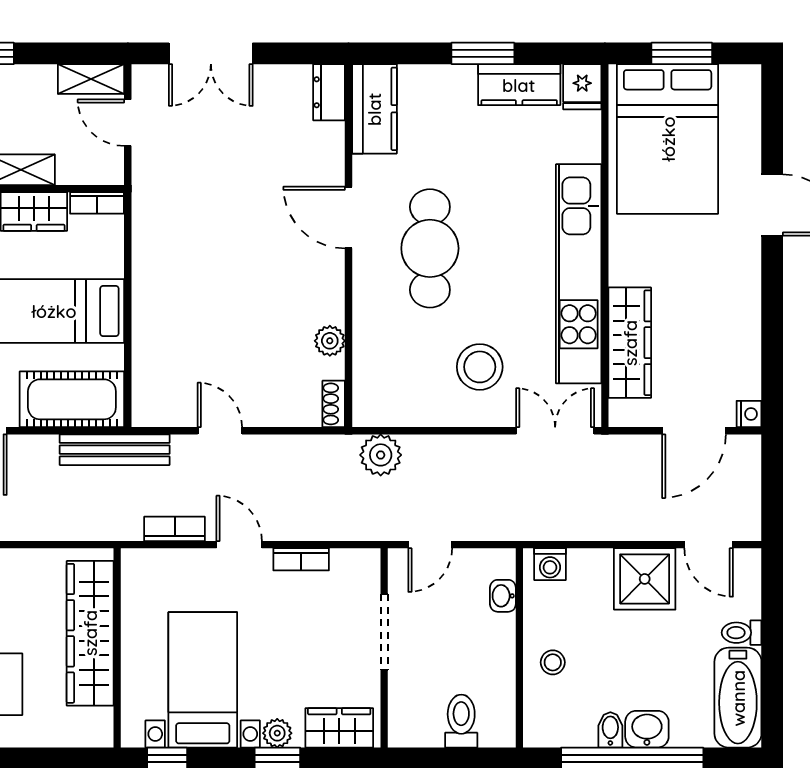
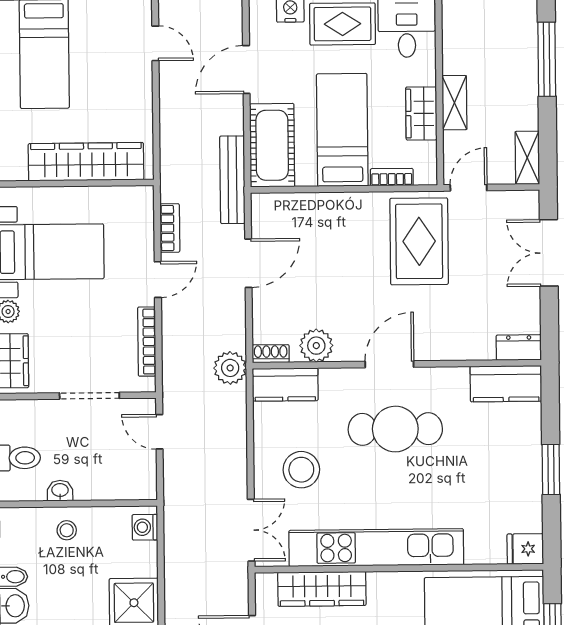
kitchen counter: (519, 85) -> (285, 385), moved, turned -90
door: (128, 123) -> (469, 188), moved
bookcase: (97, 203) -> (392, 177), moved, turned 90
rug: (194, 216) -> (419, 241), added
door: (349, 217) -> (389, 364), moved
plant: (330, 341) -> (316, 346), width x1.38, depth x1.38
door: (220, 431) -> (248, 263), width x1.38
plant: (381, 455) -> (230, 368), moved
bookcase: (301, 559) -> (147, 342), width x1.56
washbasin: (503, 596) -> (60, 491), moved

